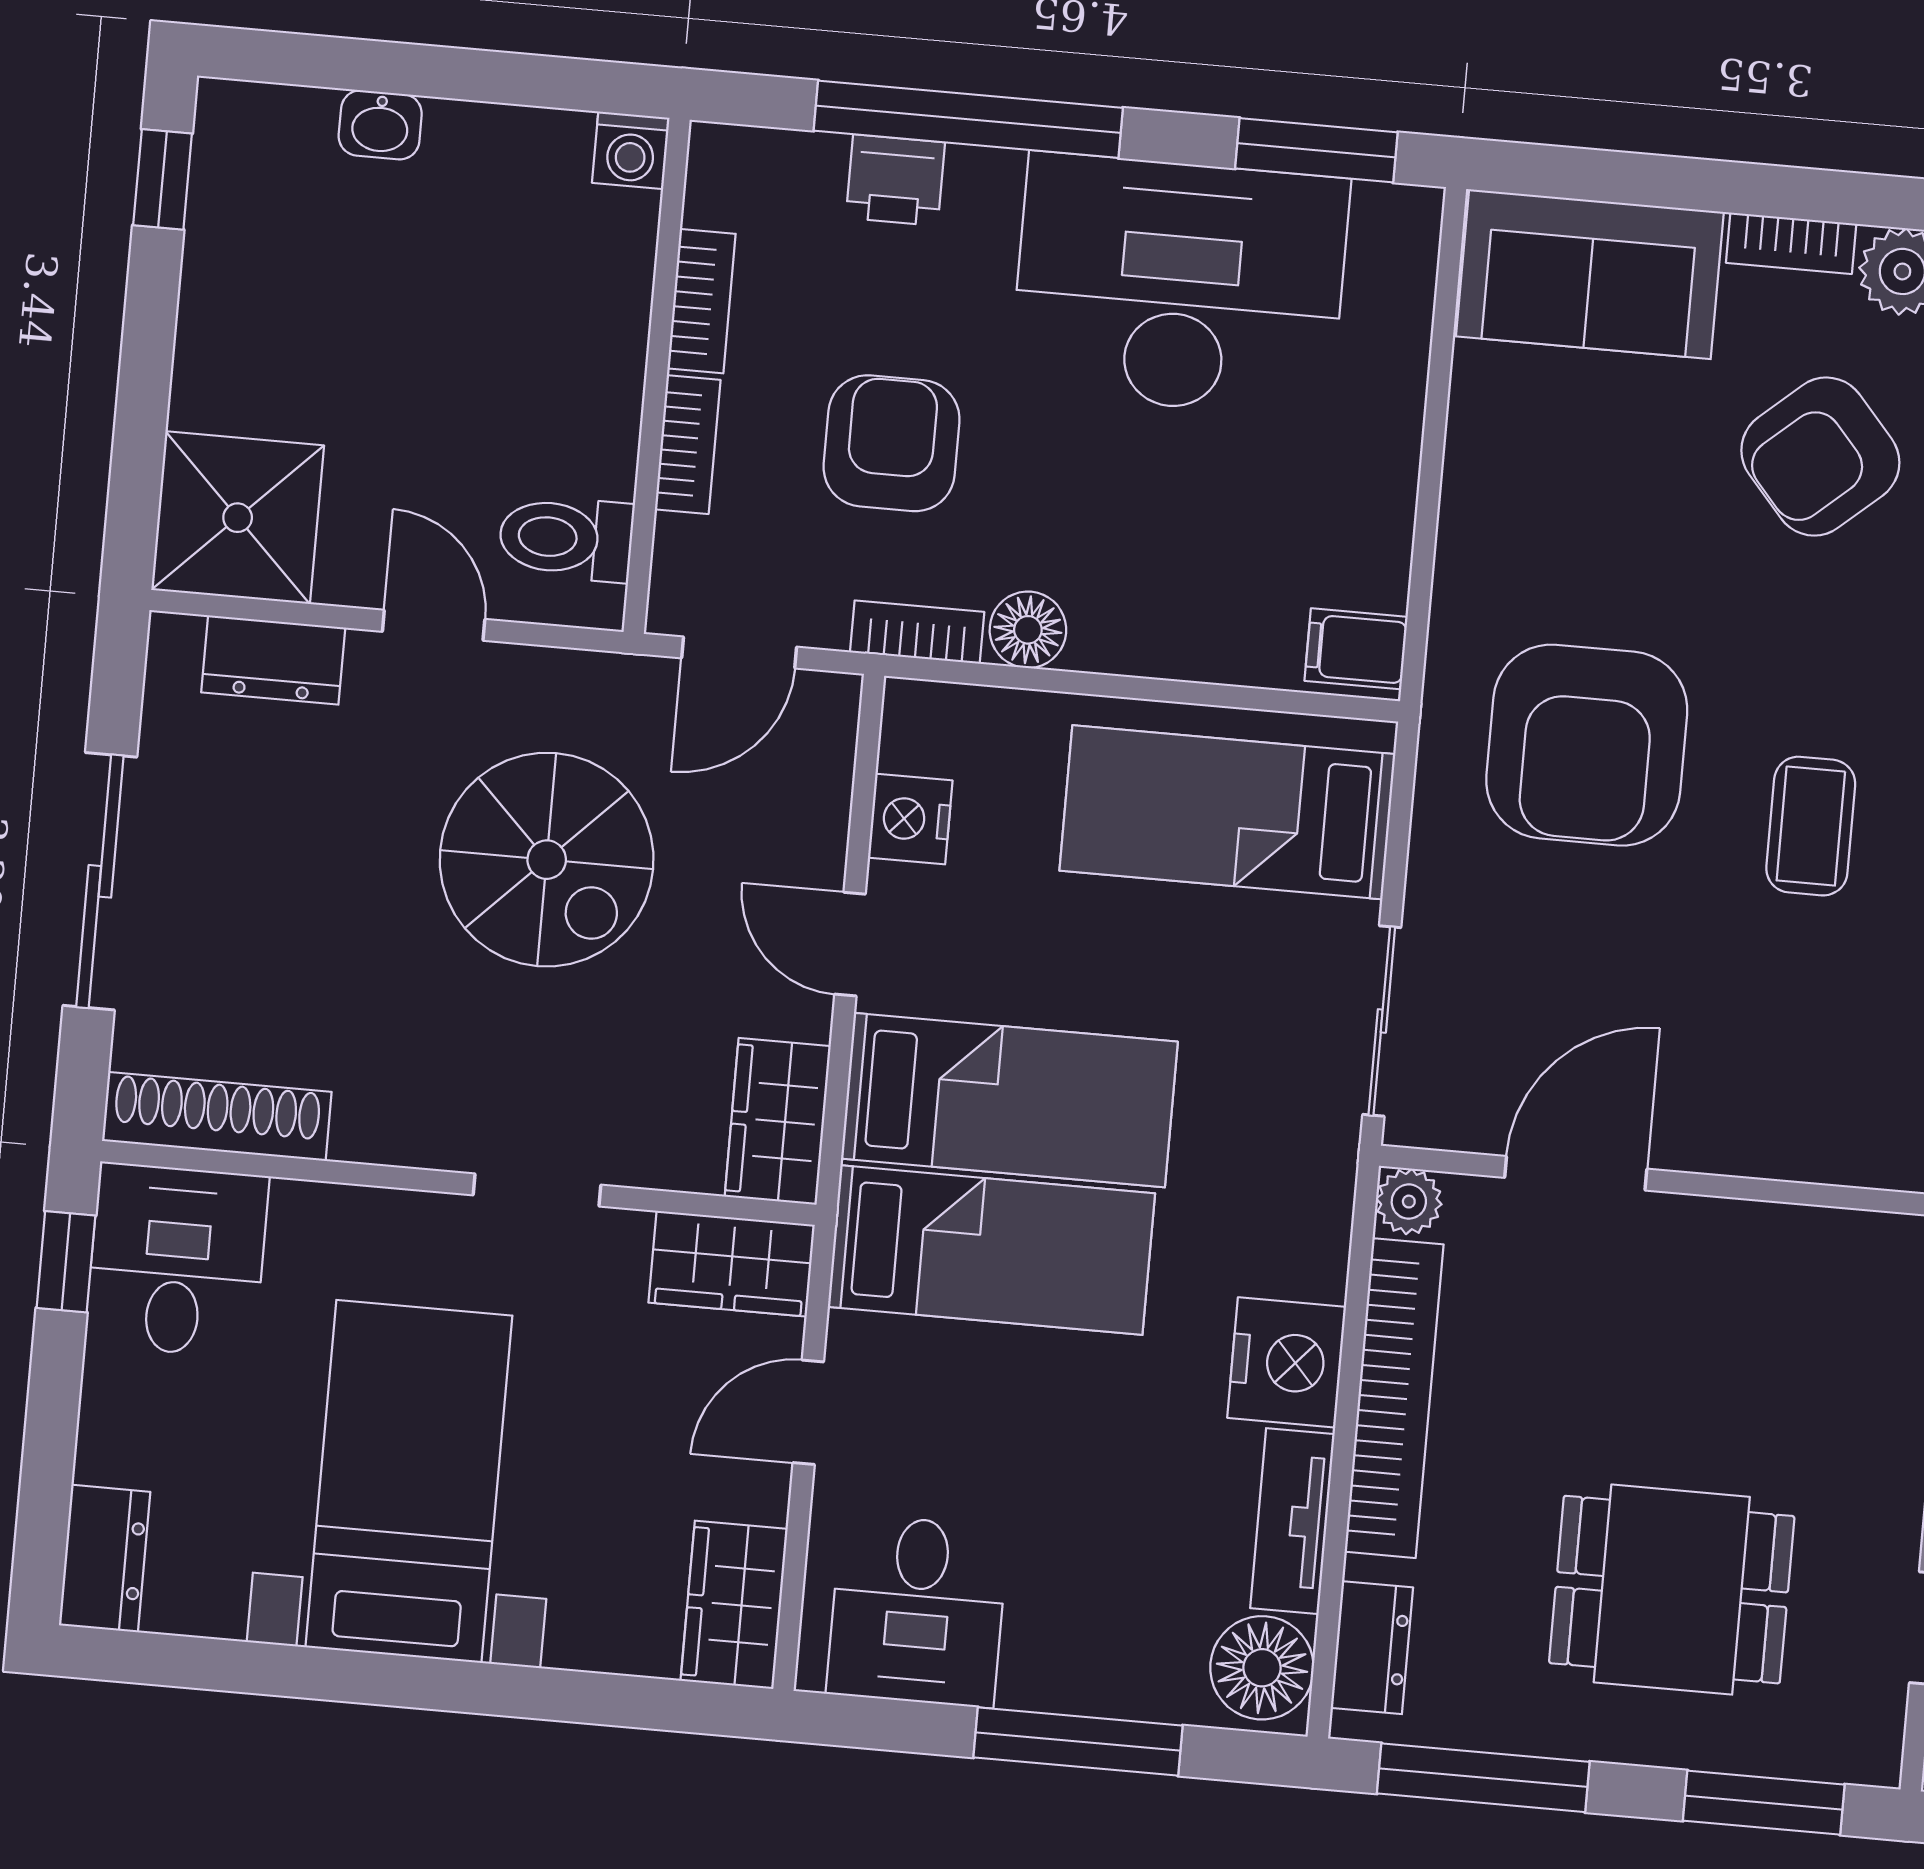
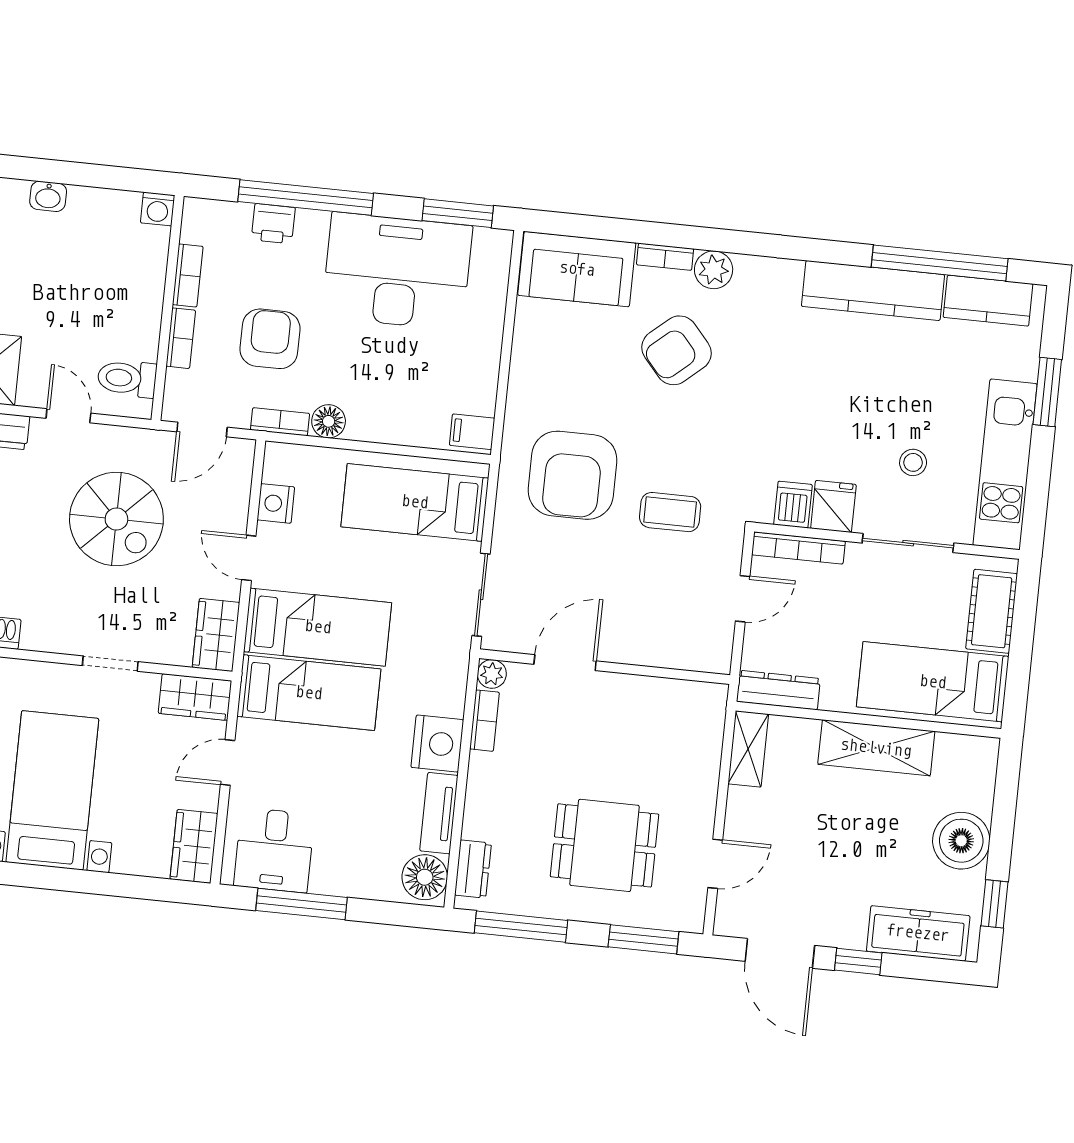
coffee table: (1811, 826) -> (670, 512), turned 90
bookcase: (1394, 1398) -> (484, 721), width x0.43, depth x0.76
window: (1078, 1741) -> (301, 904), moved

